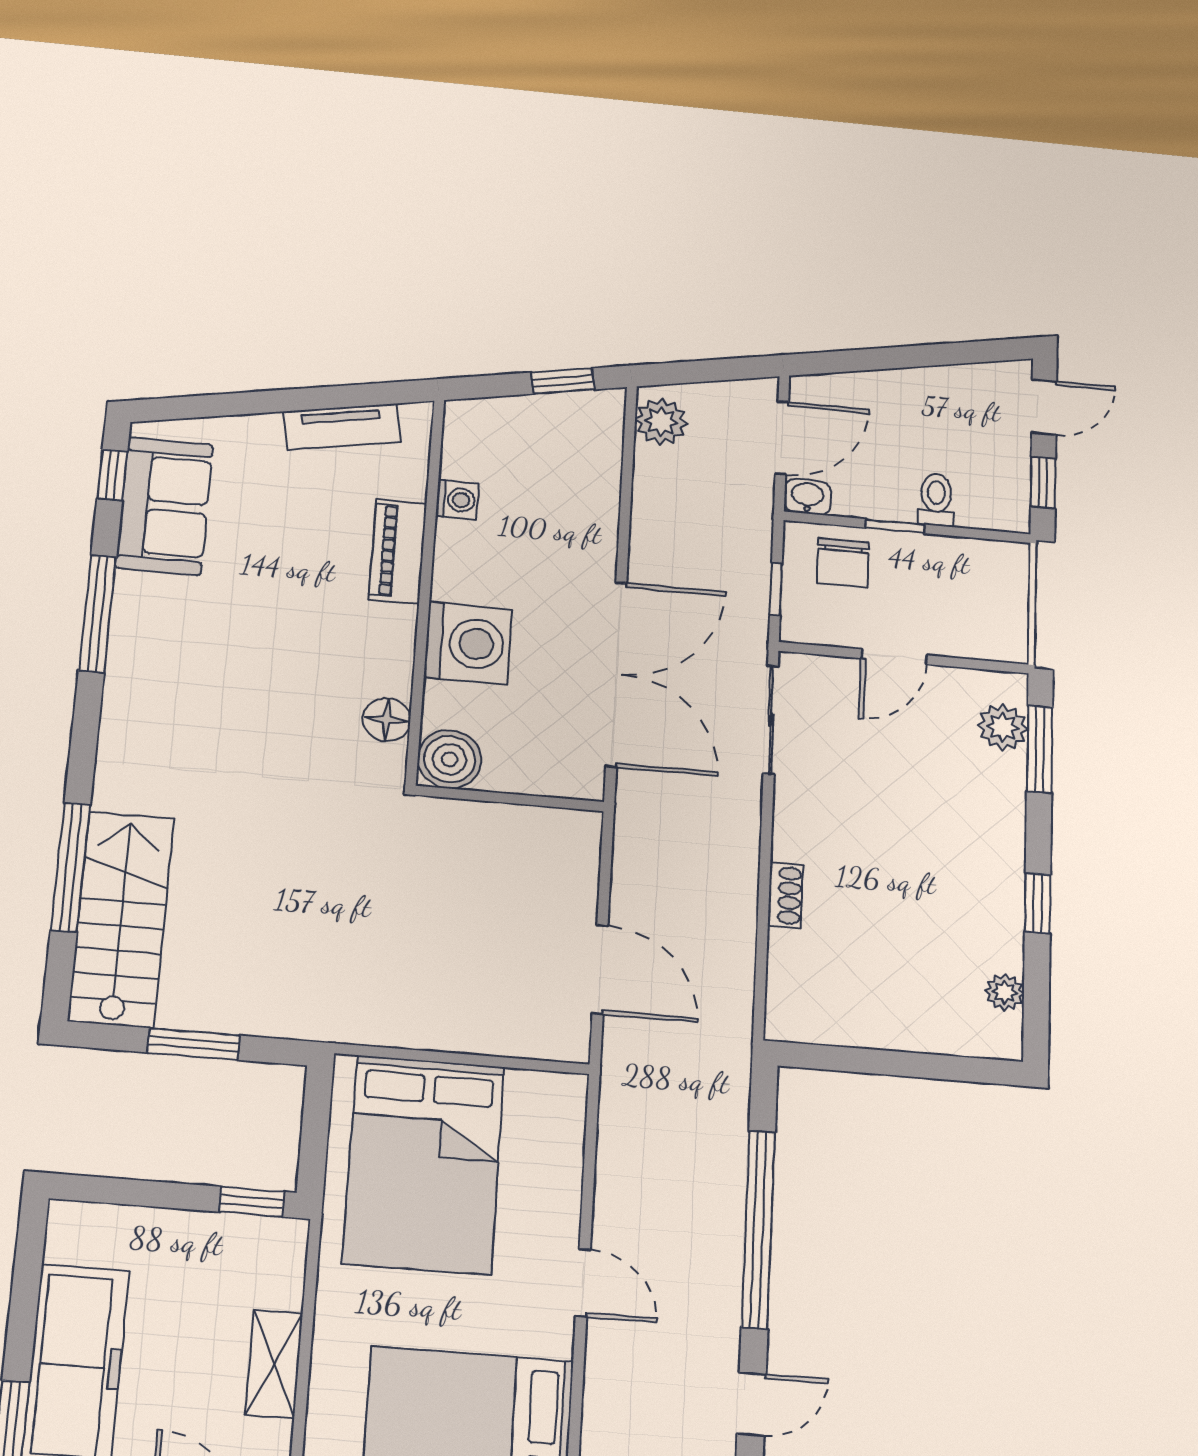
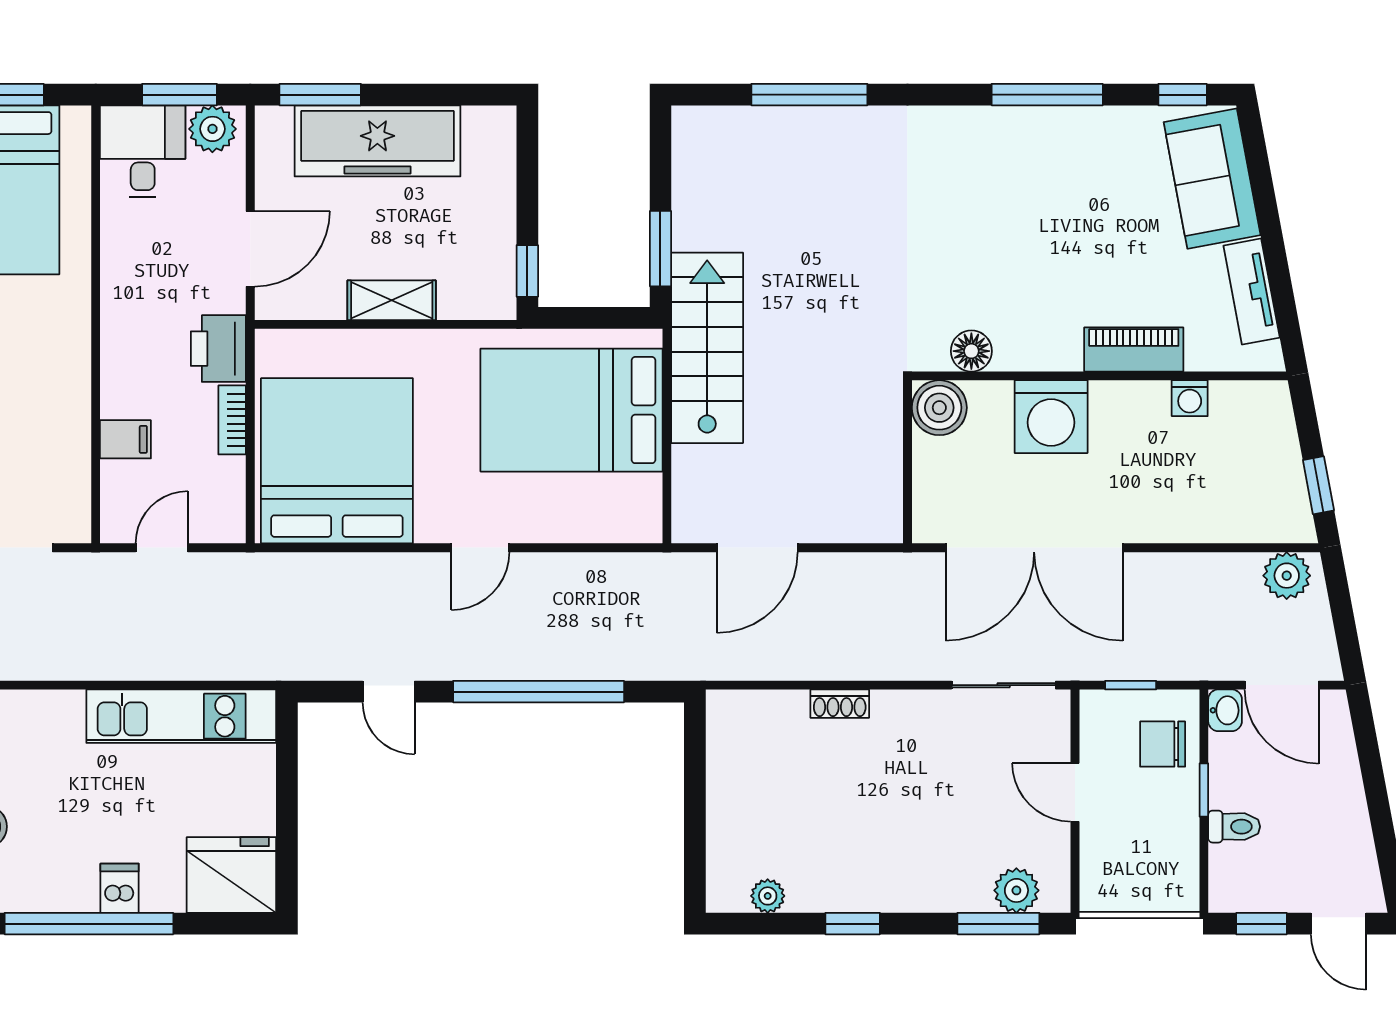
sofa: (164, 506) -> (1212, 179), moved, turned 79
stairs: (121, 919) -> (707, 348), moved, turned -90
window: (194, 1044) -> (660, 249), moved

